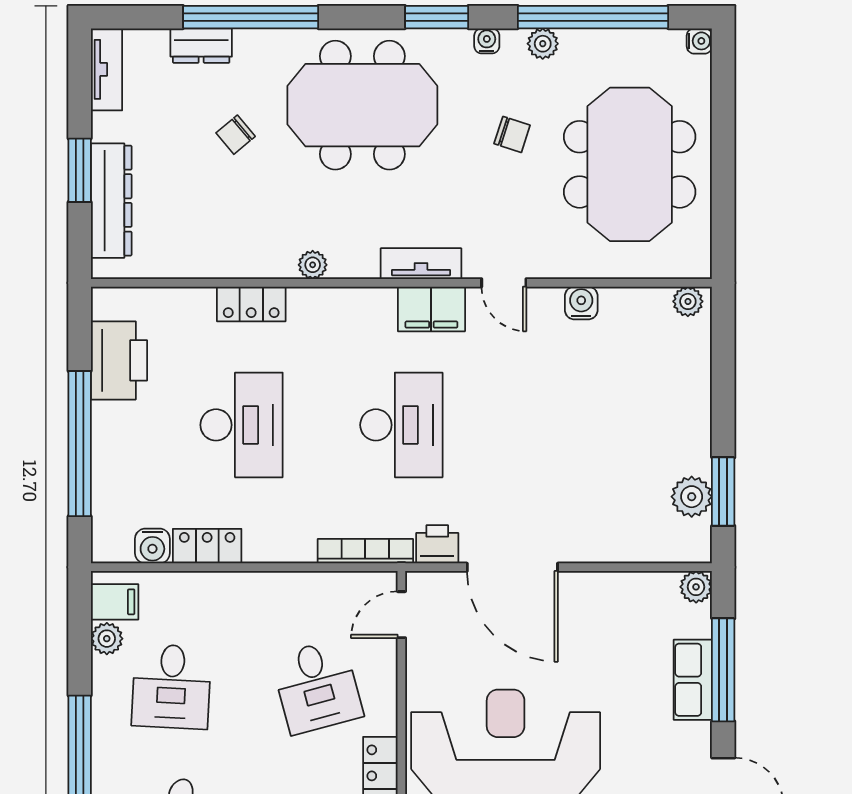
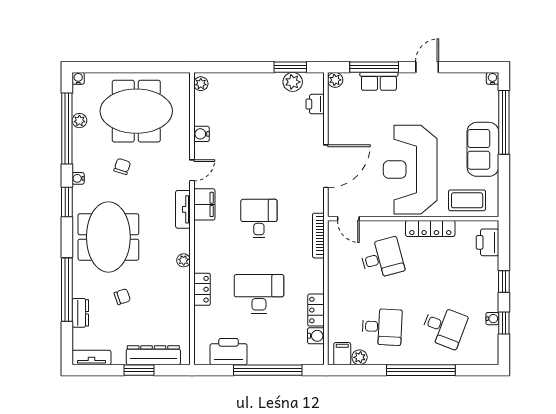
plant: (543, 44) -> (79, 121), moved
chair: (236, 135) -> (122, 297), turned -69
desk: (401, 425) -> (259, 219), width x0.73
printer: (437, 544) -> (315, 104), moved

